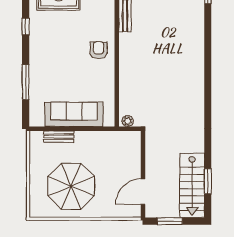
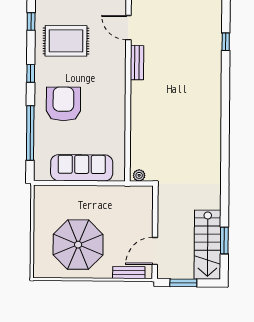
armchair: (99, 50) -> (63, 104), moved, width x1.88, depth x1.88
window: (26, 82) -> (30, 133), width x1.46
bench: (59, 137) -> (129, 273), moved

